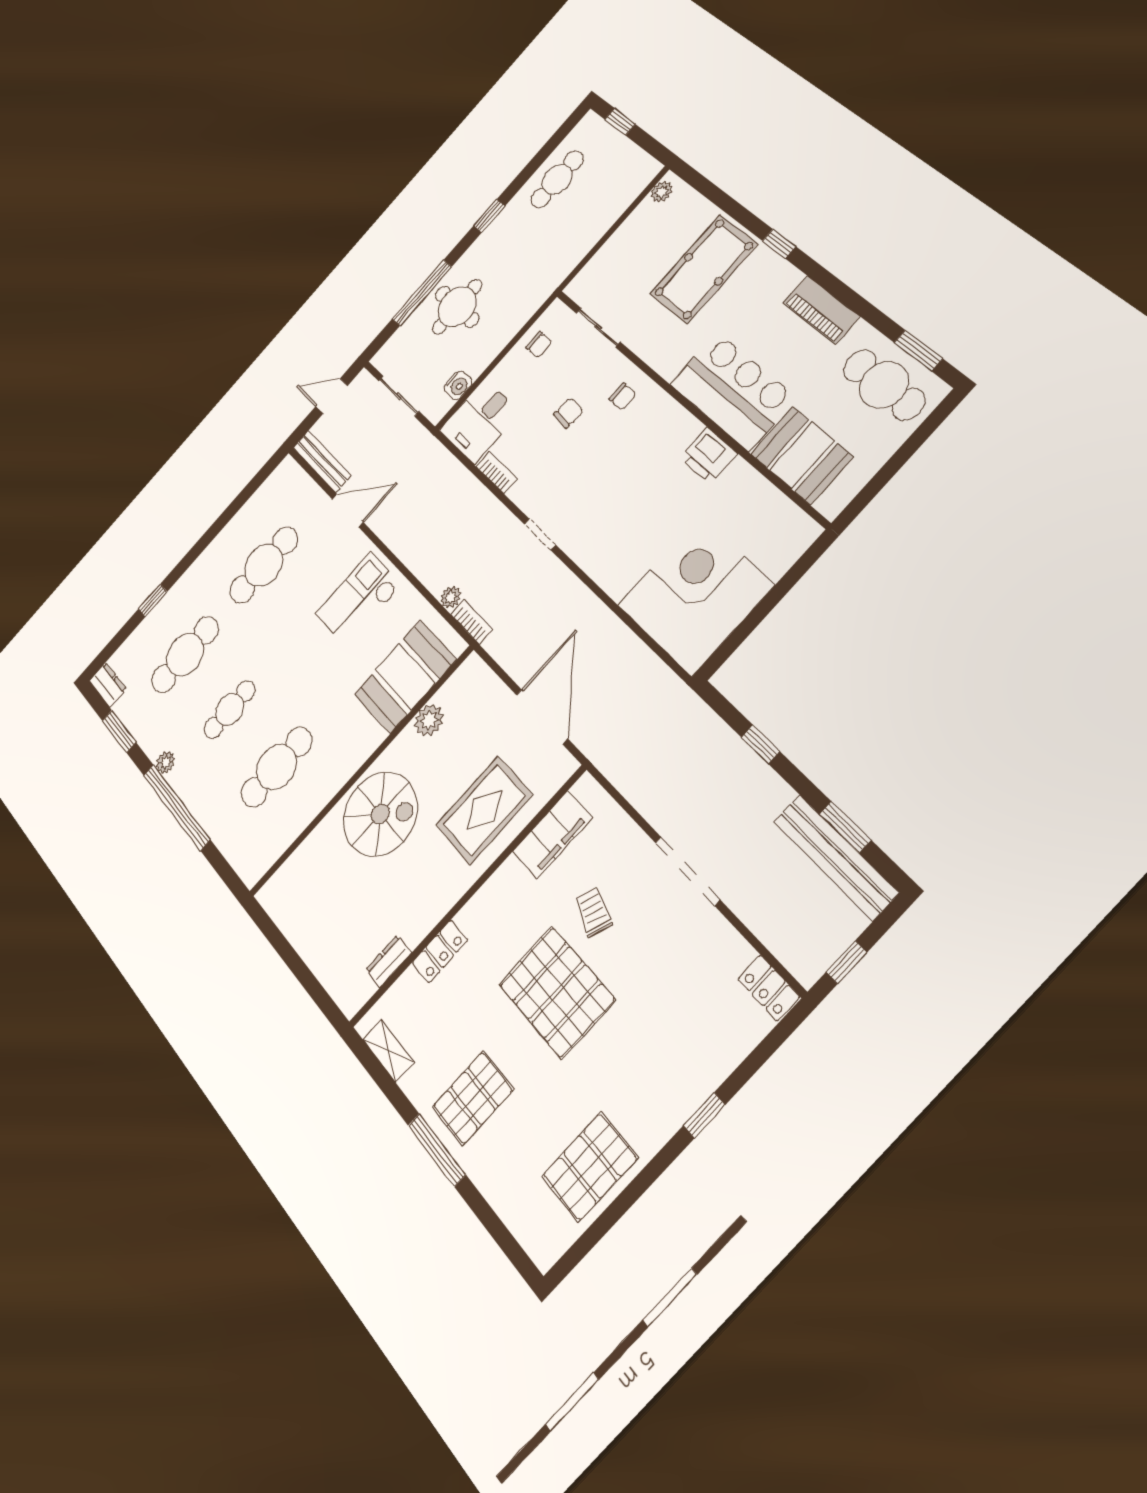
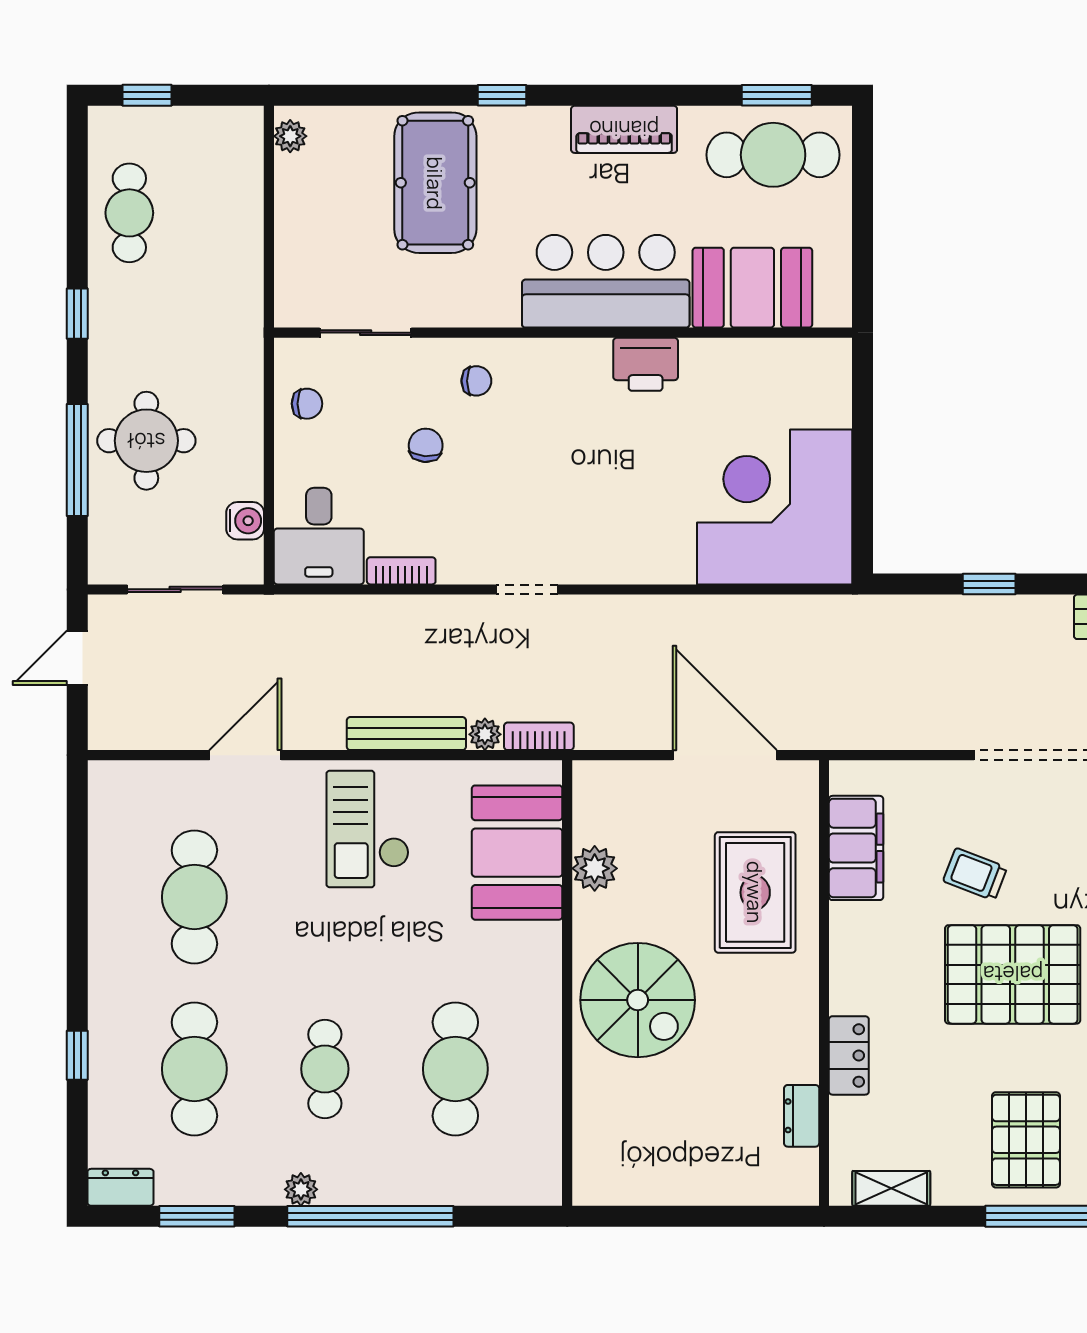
bench: (322, 461) -> (406, 734), moved
spiral stairs: (380, 814) -> (638, 1000), turned 90

